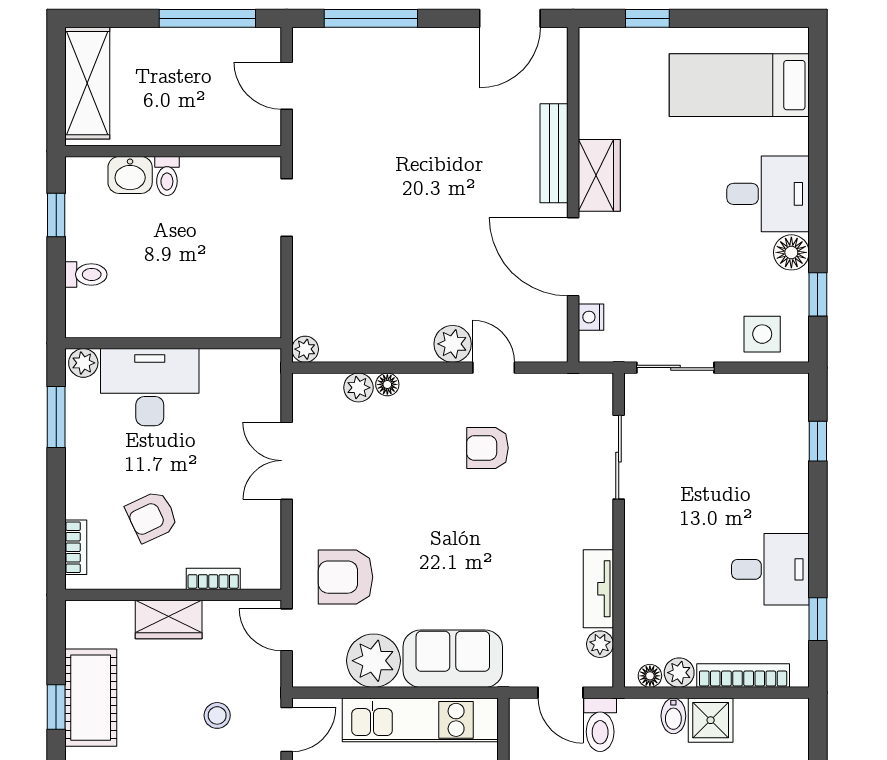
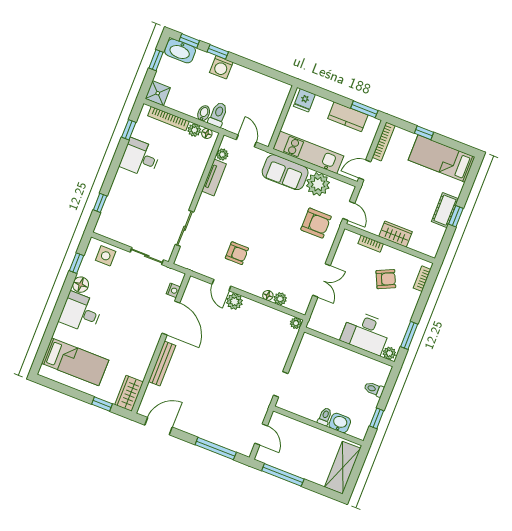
wardrobe: (599, 175) -> (129, 393), moved
cot: (91, 698) -> (445, 210), width x0.73, depth x0.75
stool: (217, 715) -> (391, 187), removed
shower: (711, 720) -> (158, 93), moved
toilet: (600, 725) -> (218, 115), moved

